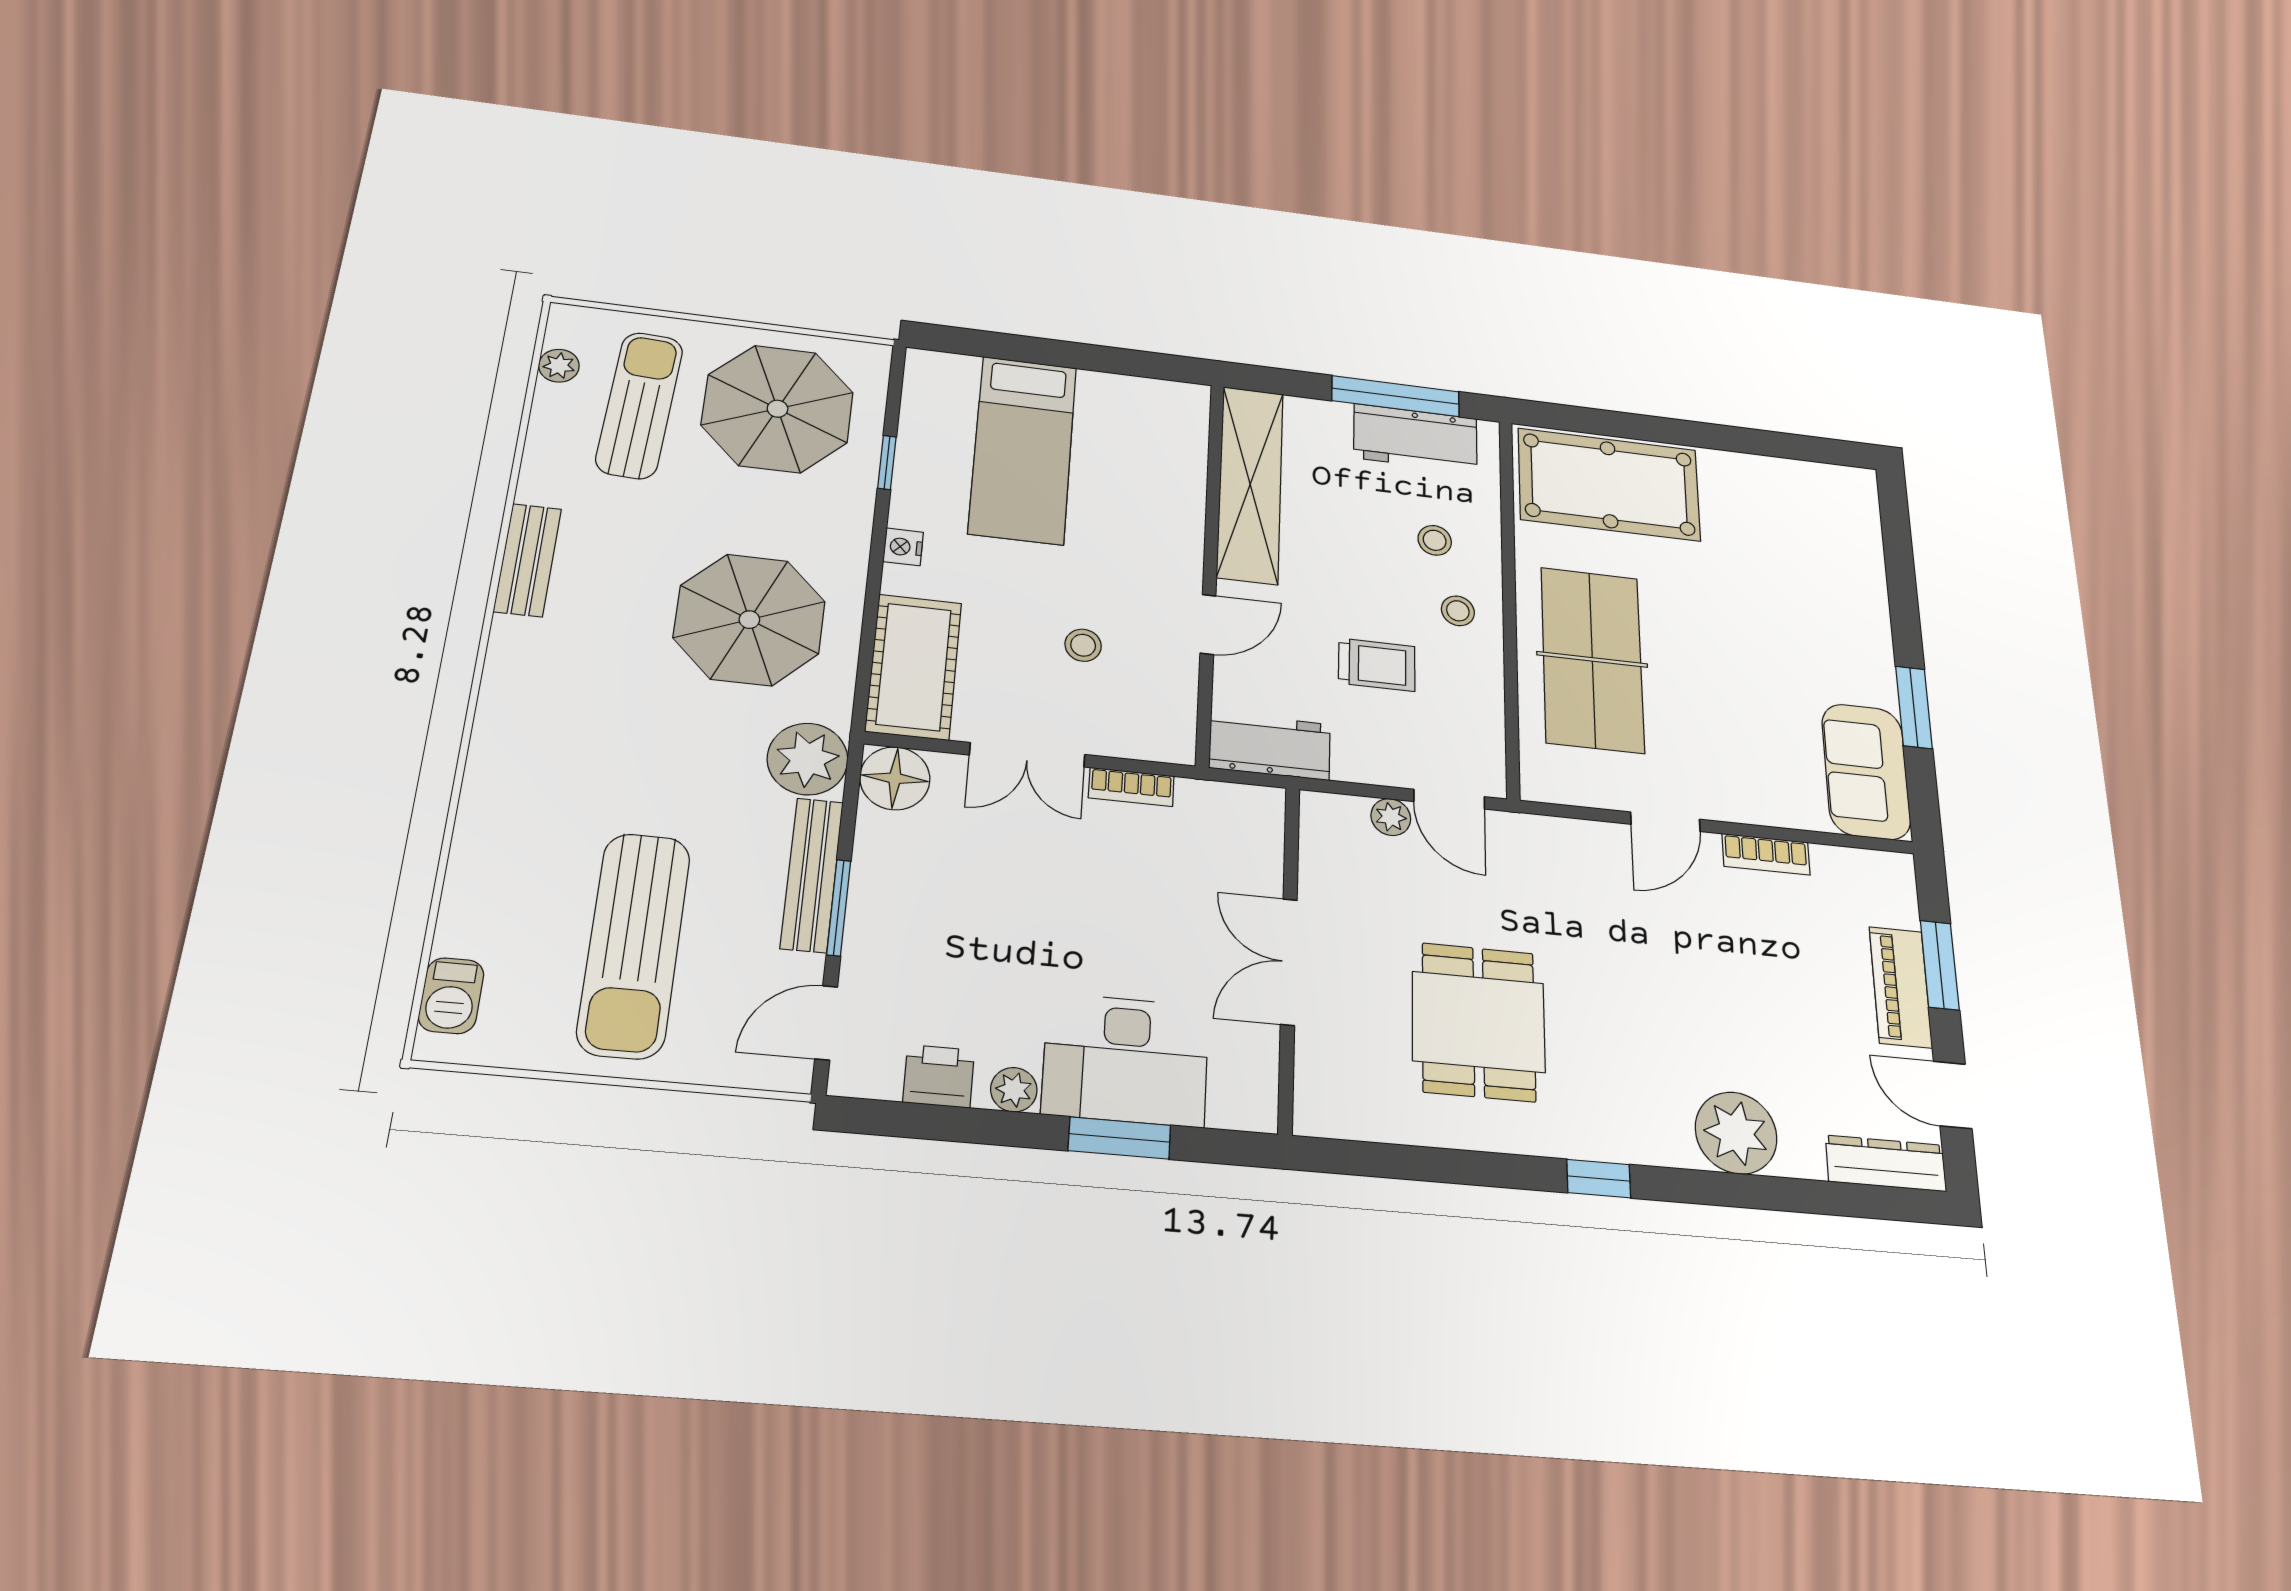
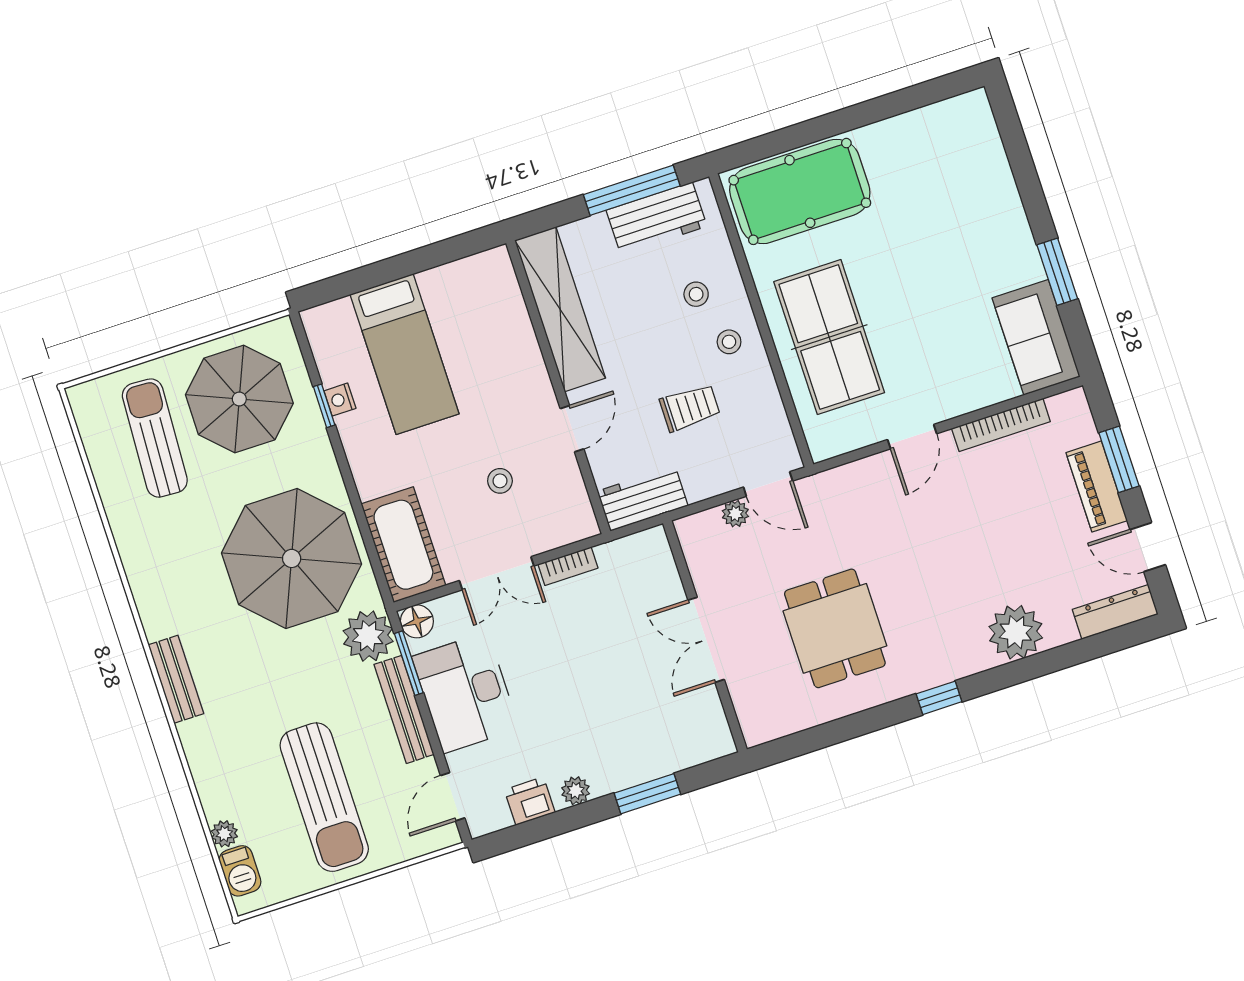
plant: (559, 366) -> (224, 834), moved
nightstand: (903, 547) -> (340, 400), moved
bench: (528, 560) -> (176, 679), moved
parasol: (749, 620) -> (292, 558), width x1.36, depth x1.36
floor lamp: (895, 778) -> (417, 621), width x0.73, depth x0.73
bookcase: (1766, 854) -> (1001, 425), width x1.56
window: (839, 908) -> (409, 663), moved
desk: (1126, 1060) -> (465, 693), moved, turned 90

